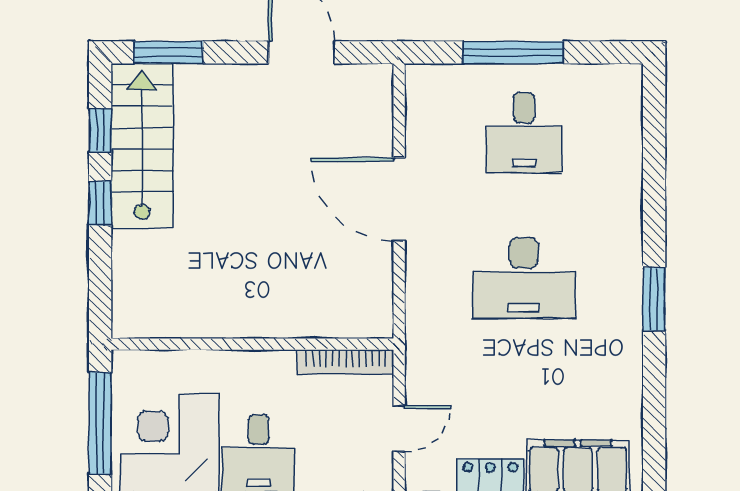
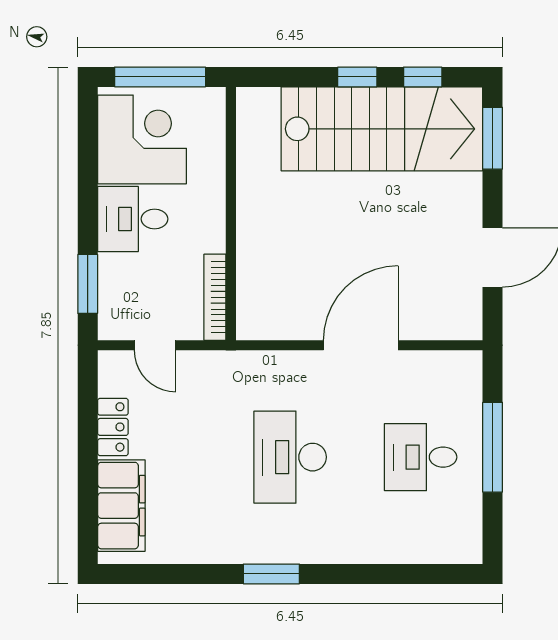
stairs: (142, 146) -> (382, 129), width x1.36, depth x1.51

